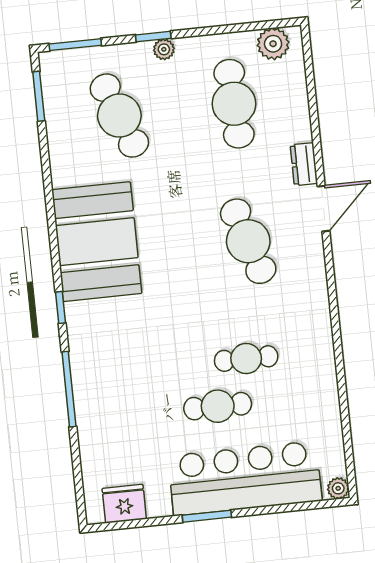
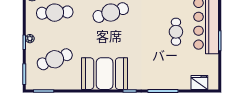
cafe table: (246, 359) -> (158, 18), removed
fridge: (124, 504) -> (199, 82), moved, turned 90

